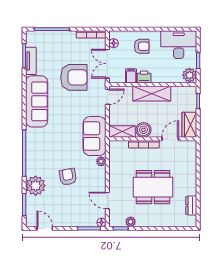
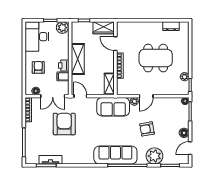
sofa: (37, 101) -> (115, 155), moved
boiler: (143, 130) -> (108, 66), removed
dining table: (153, 187) -> (156, 58), turned 90
door: (107, 200) -> (146, 96), moved
floor lamp: (63, 221) -> (184, 133), added

